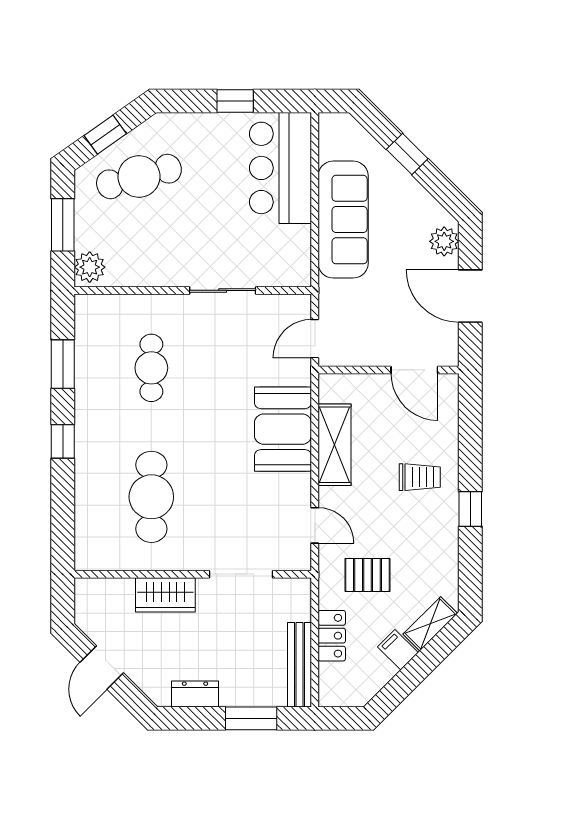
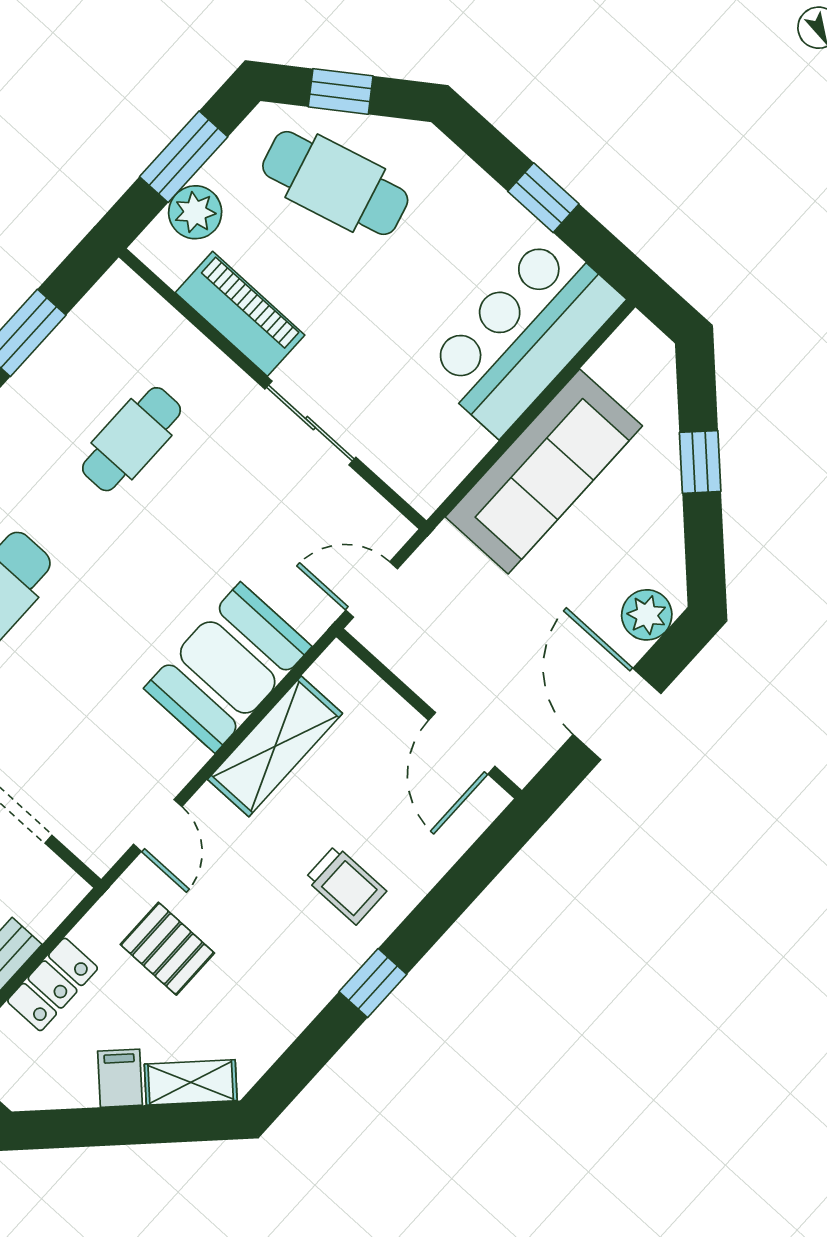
plant: (90, 267) -> (195, 212), moved
piano: (149, 271) -> (240, 314), added

